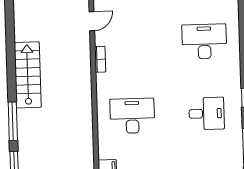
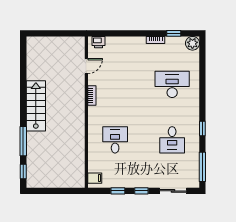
desk: (207, 114) -> (172, 140), turned 90
desk: (132, 116) -> (115, 140), width x0.73

